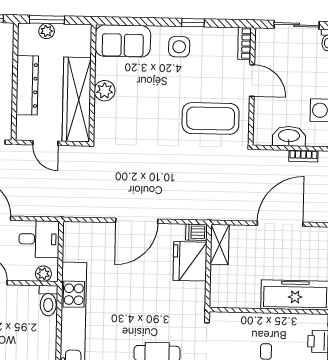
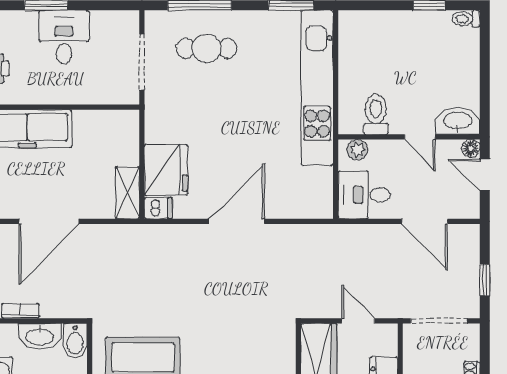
bidet: (262, 132) -> (75, 341), added
toilet: (48, 301) -> (376, 114), moved

